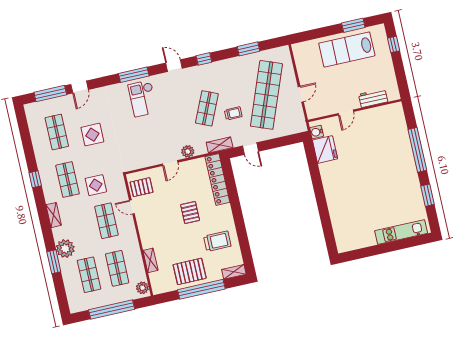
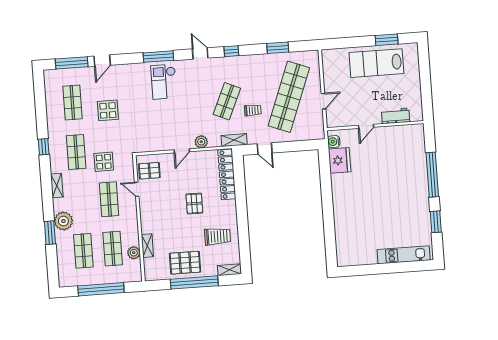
window: (394, 44) -> (424, 65), removed
plant: (142, 288) -> (134, 253), moved

